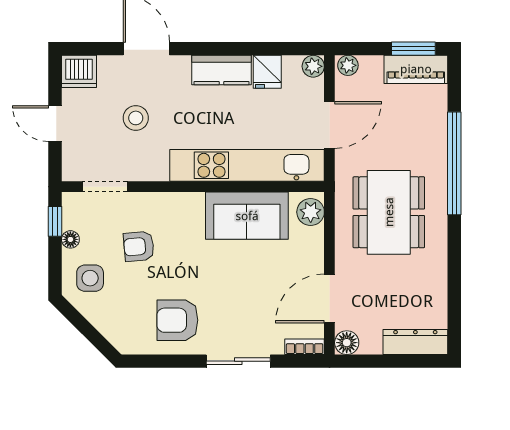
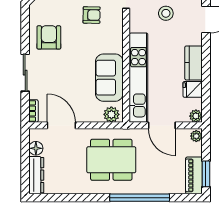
armchair: (139, 246) -> (92, 15), turned 96
floor lamp: (347, 343) -> (36, 148), moved

